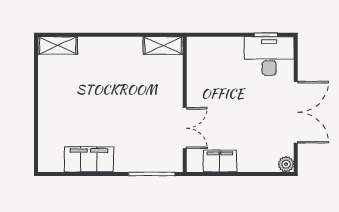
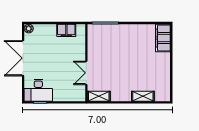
shelving: (58, 45) -> (143, 96), moved
double door: (185, 128) -> (86, 73), moved
filing cabinet: (89, 159) -> (163, 38), moved, turned 90

